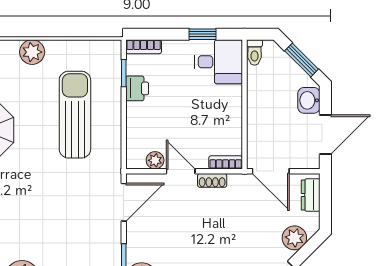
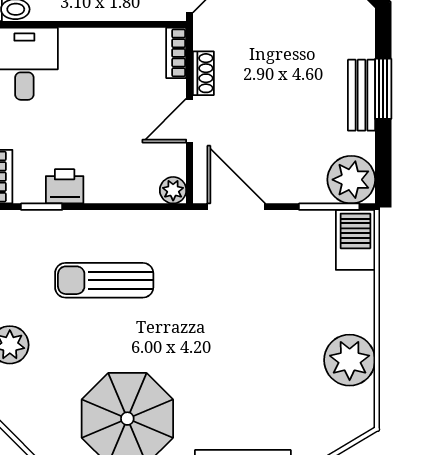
sun lounger: (75, 115) -> (104, 280), width x0.73, depth x0.75
plant: (155, 160) -> (173, 190), moved

